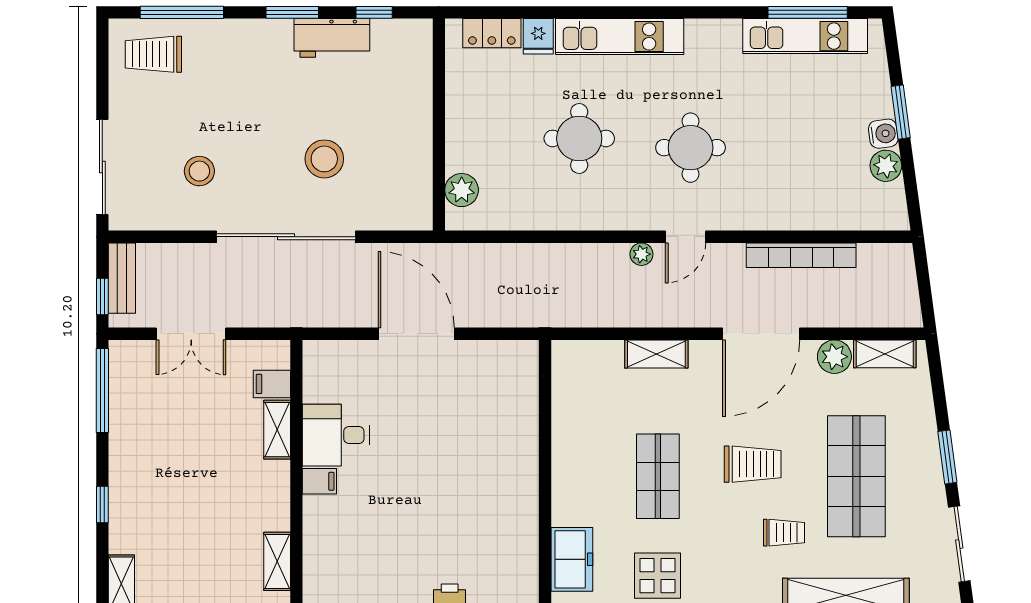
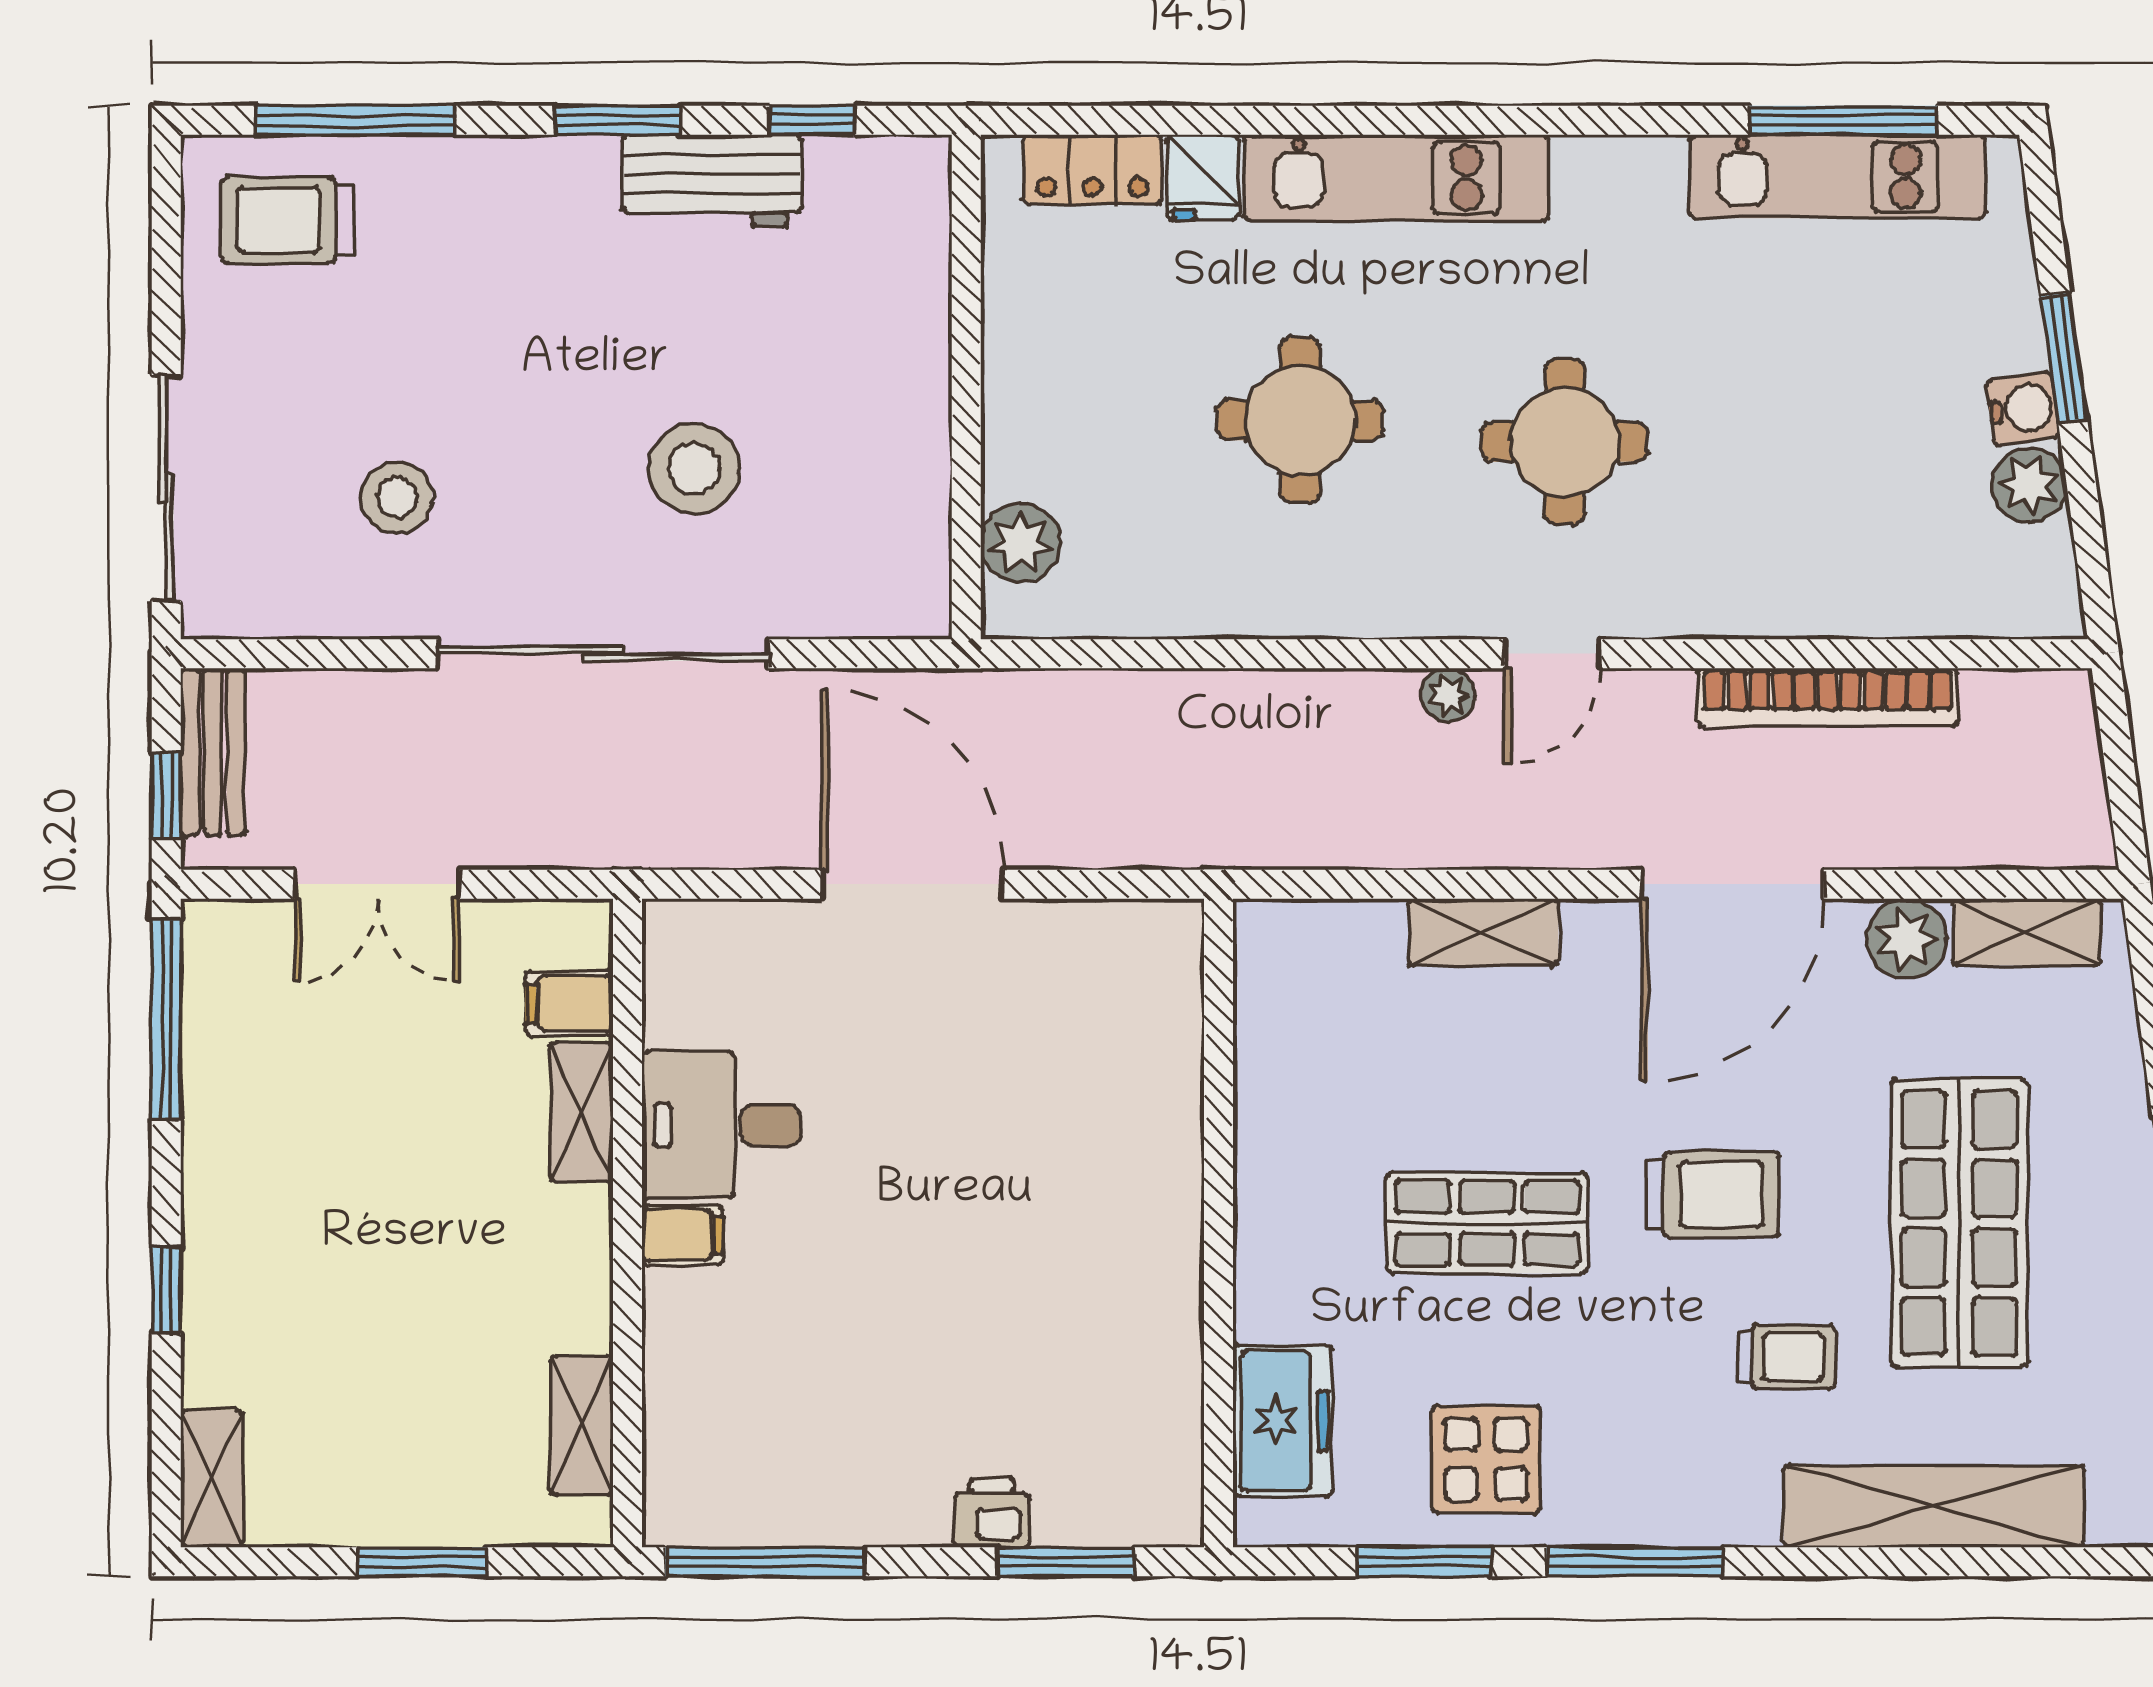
shop shelf: (658, 476) -> (1487, 1223), turned 90

